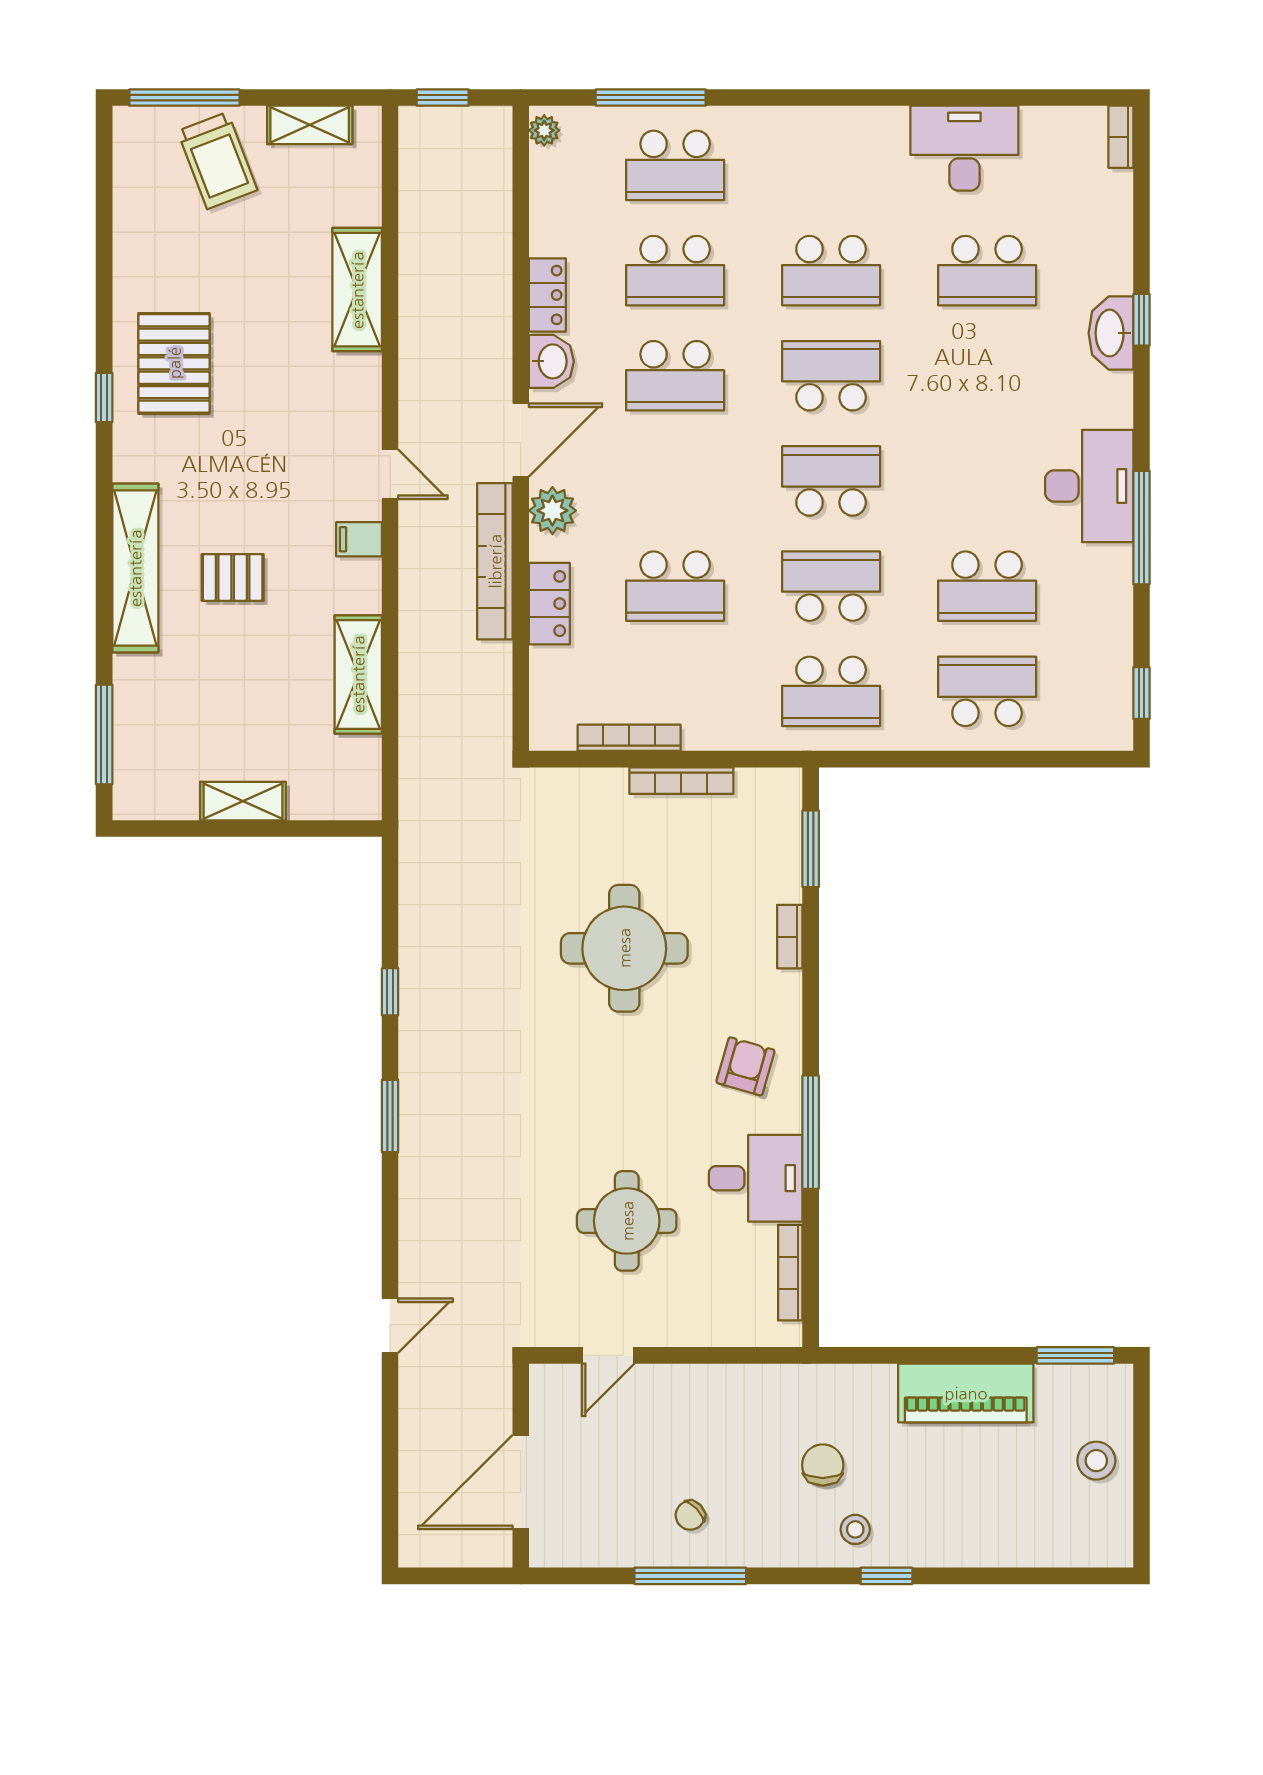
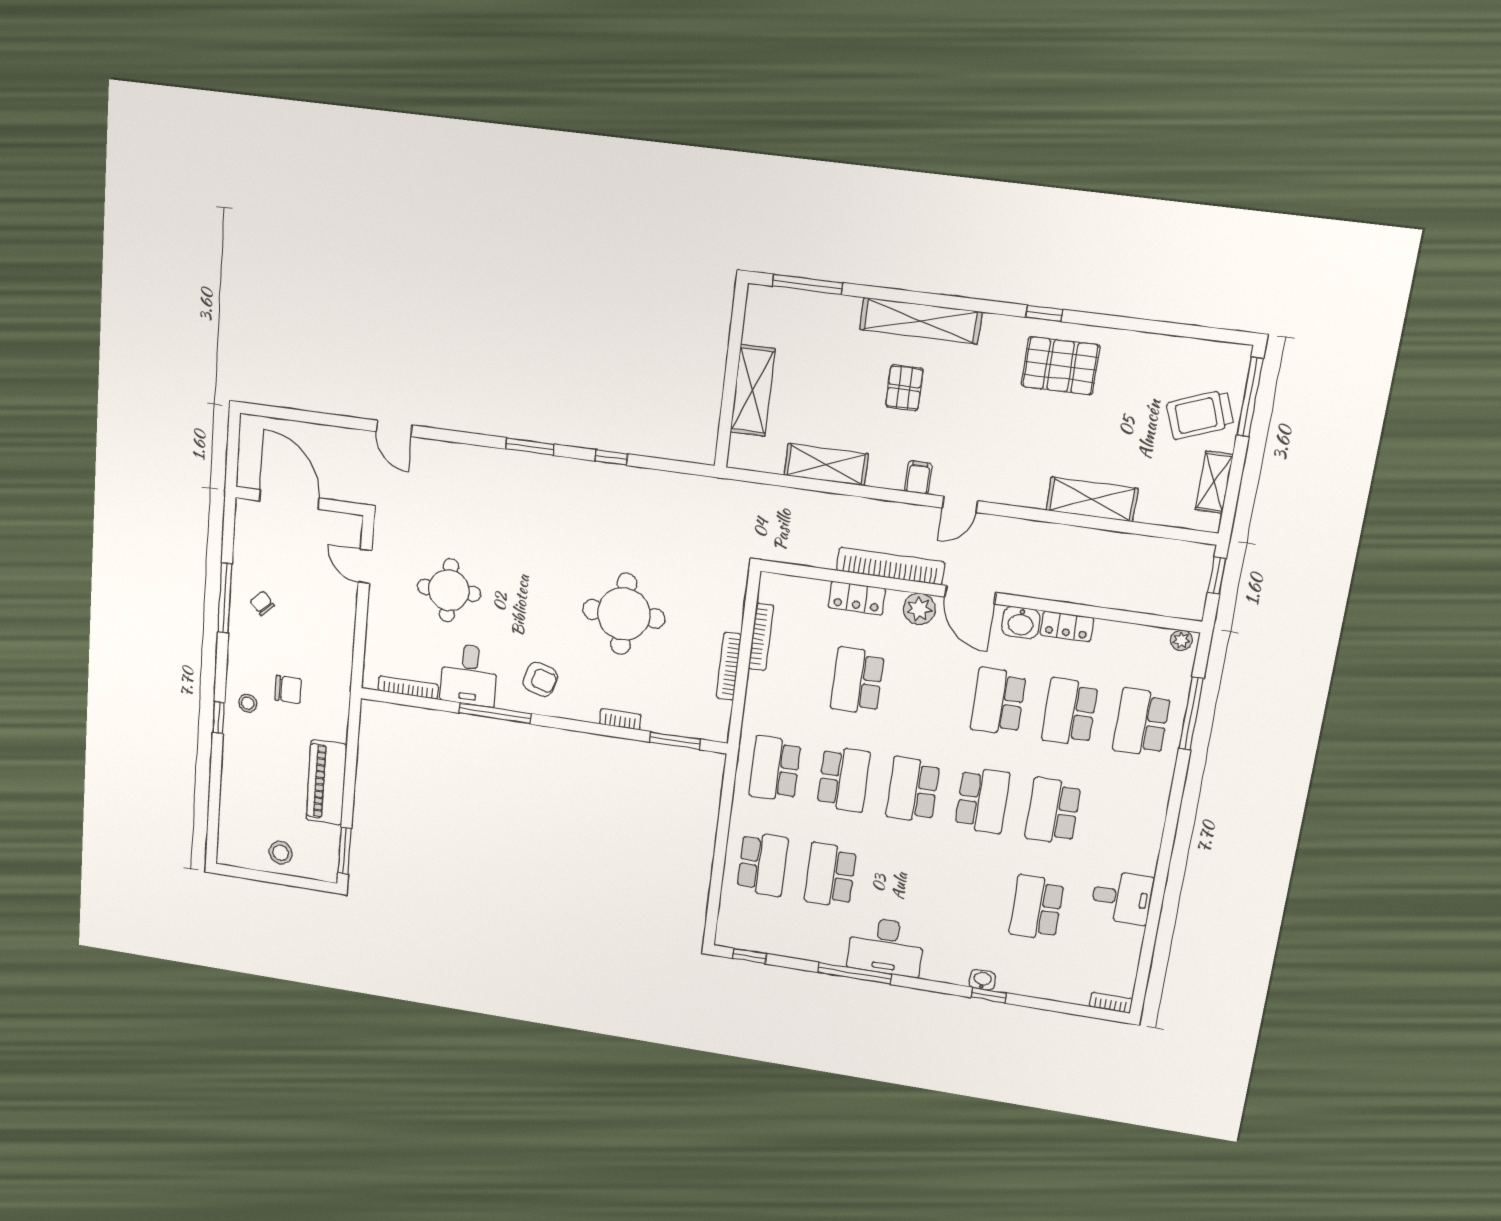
desk: (964, 148) -> (1122, 898), width x0.73
washbasin: (1111, 333) -> (982, 980), width x0.52, depth x0.69
school desk: (831, 481) -> (913, 790), turned 180
shelving: (243, 801) -> (753, 390), width x1.50, depth x1.33

